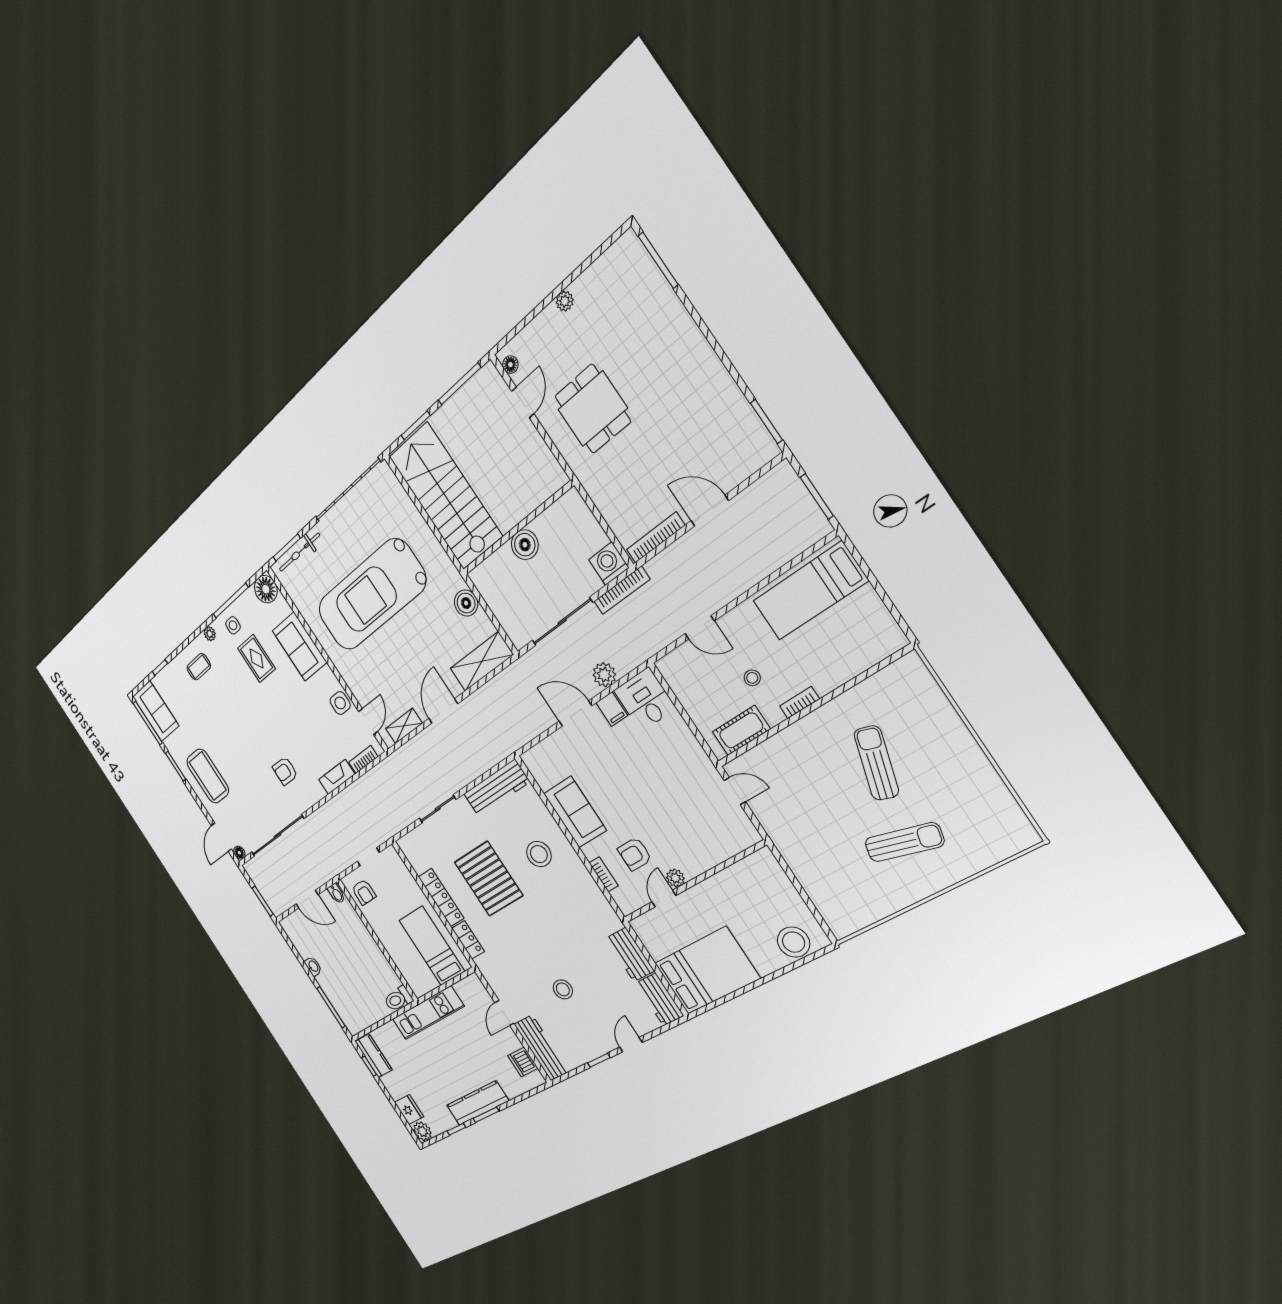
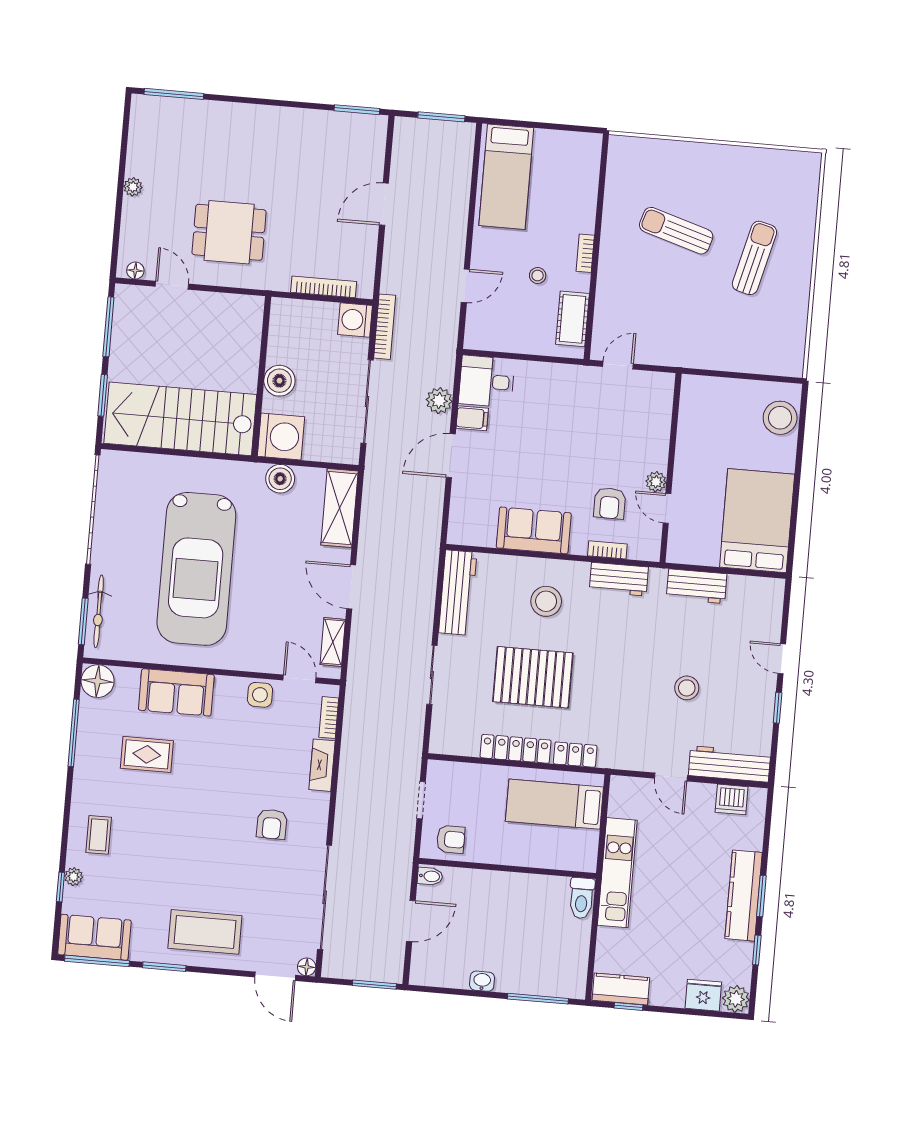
bookcase: (656, 537) -> (324, 287), moved, turned 90
washing machine: (491, 579) -> (281, 437), added
side table: (233, 625) -> (97, 753), removed
plant: (210, 634) -> (74, 877), moved
workbench: (660, 999) -> (619, 579), moved

